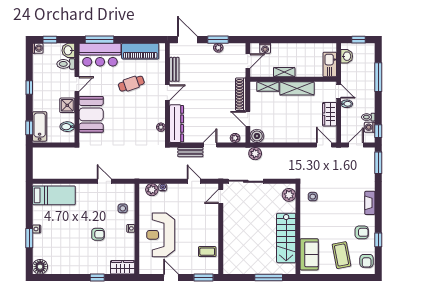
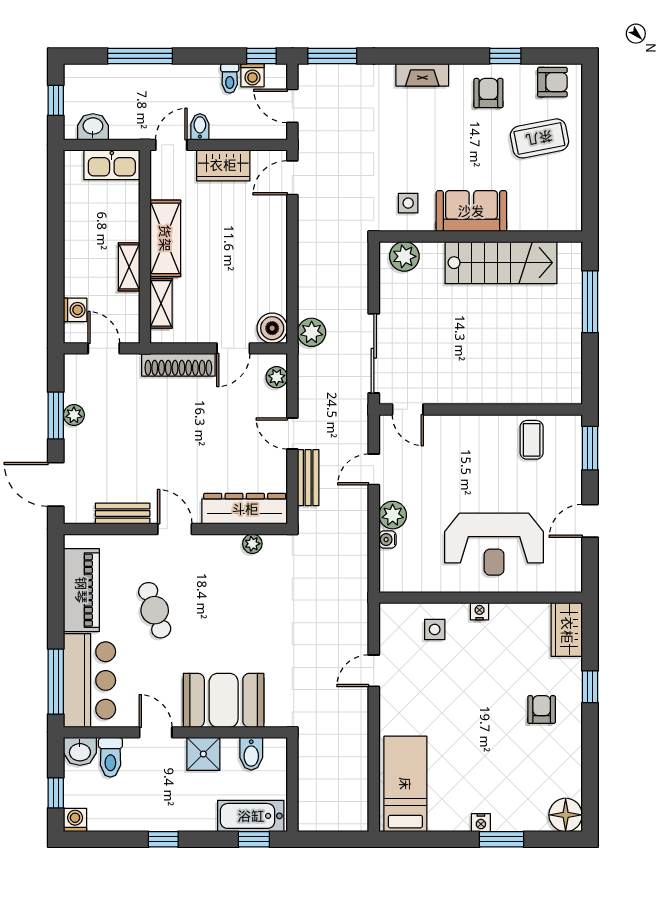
door: (187, 40) -> (56, 484), hinge flipped
plant: (152, 190) -> (393, 515), moved
armchair: (98, 234) -> (542, 709), moved
sofa: (309, 254) -> (471, 211), moved

